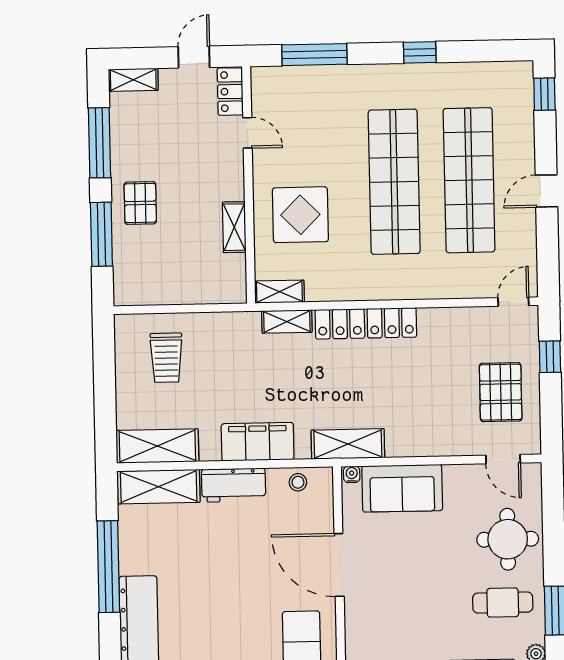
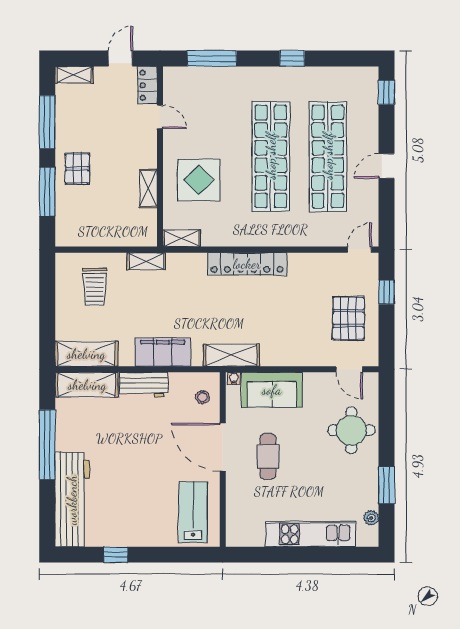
shelving: (287, 322) -> (146, 261), moved
stool: (298, 482) -> (202, 397), moved
cafe table: (503, 603) -> (268, 456), moved, turned 90

